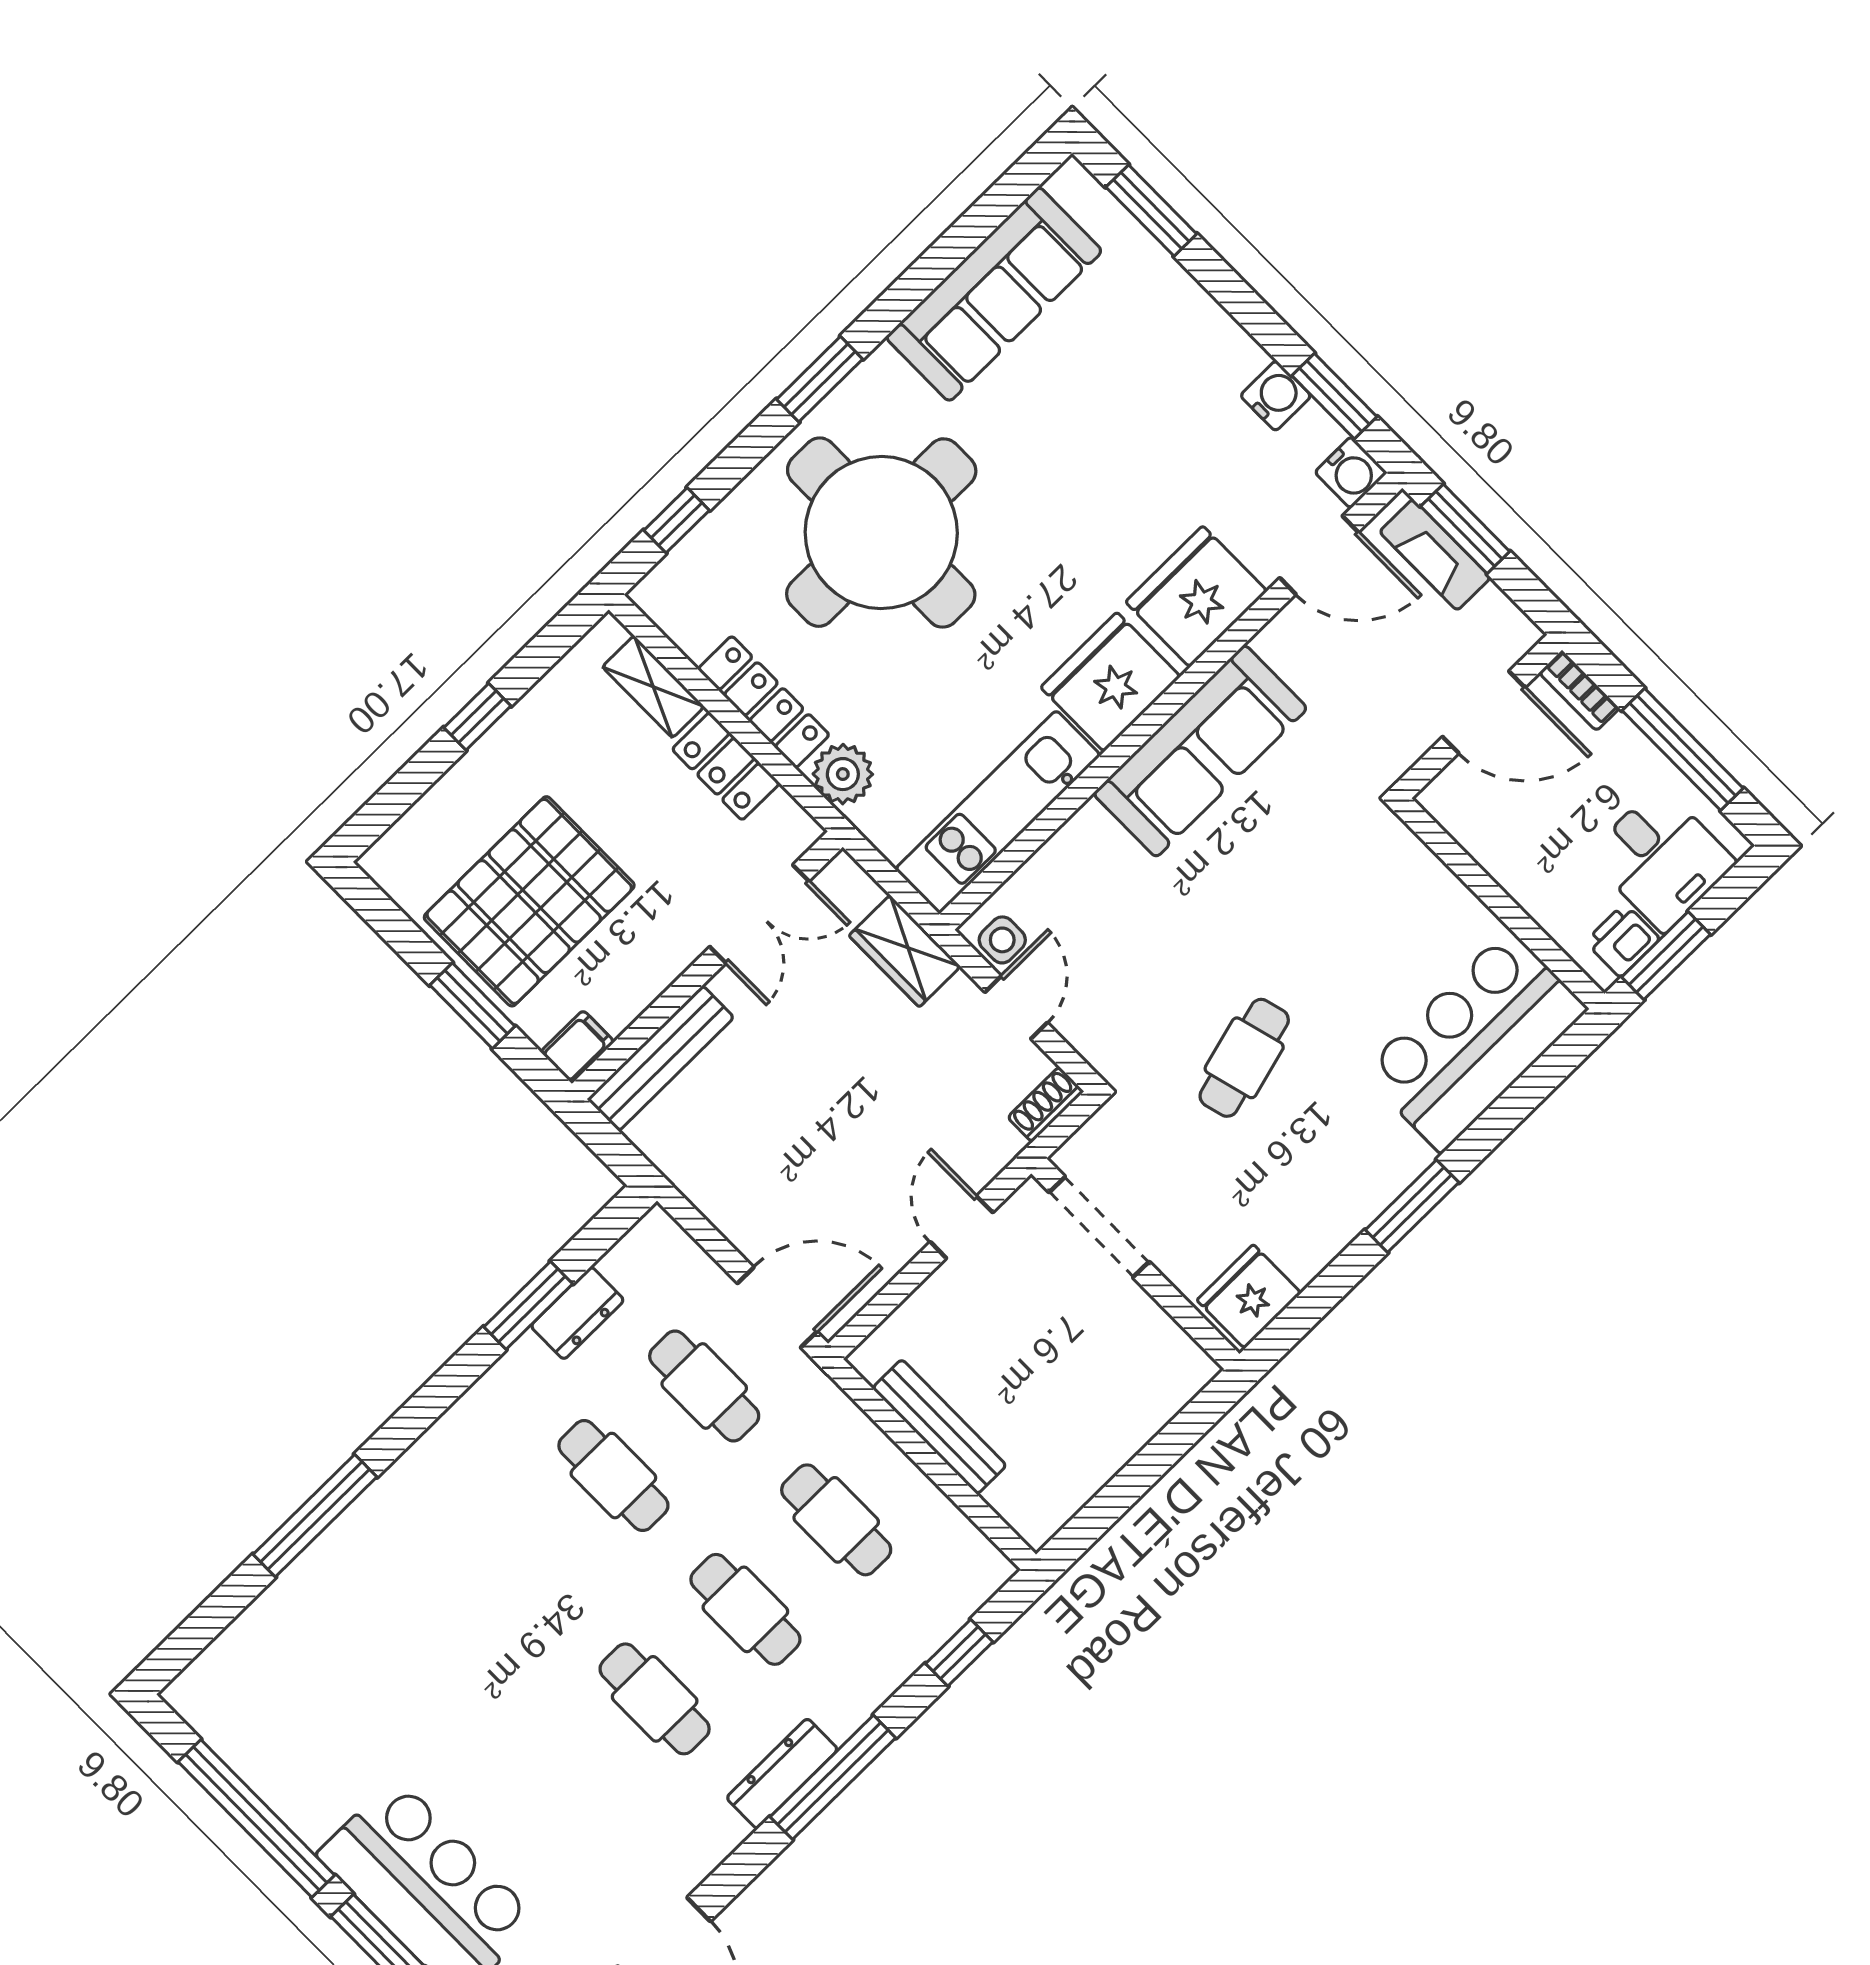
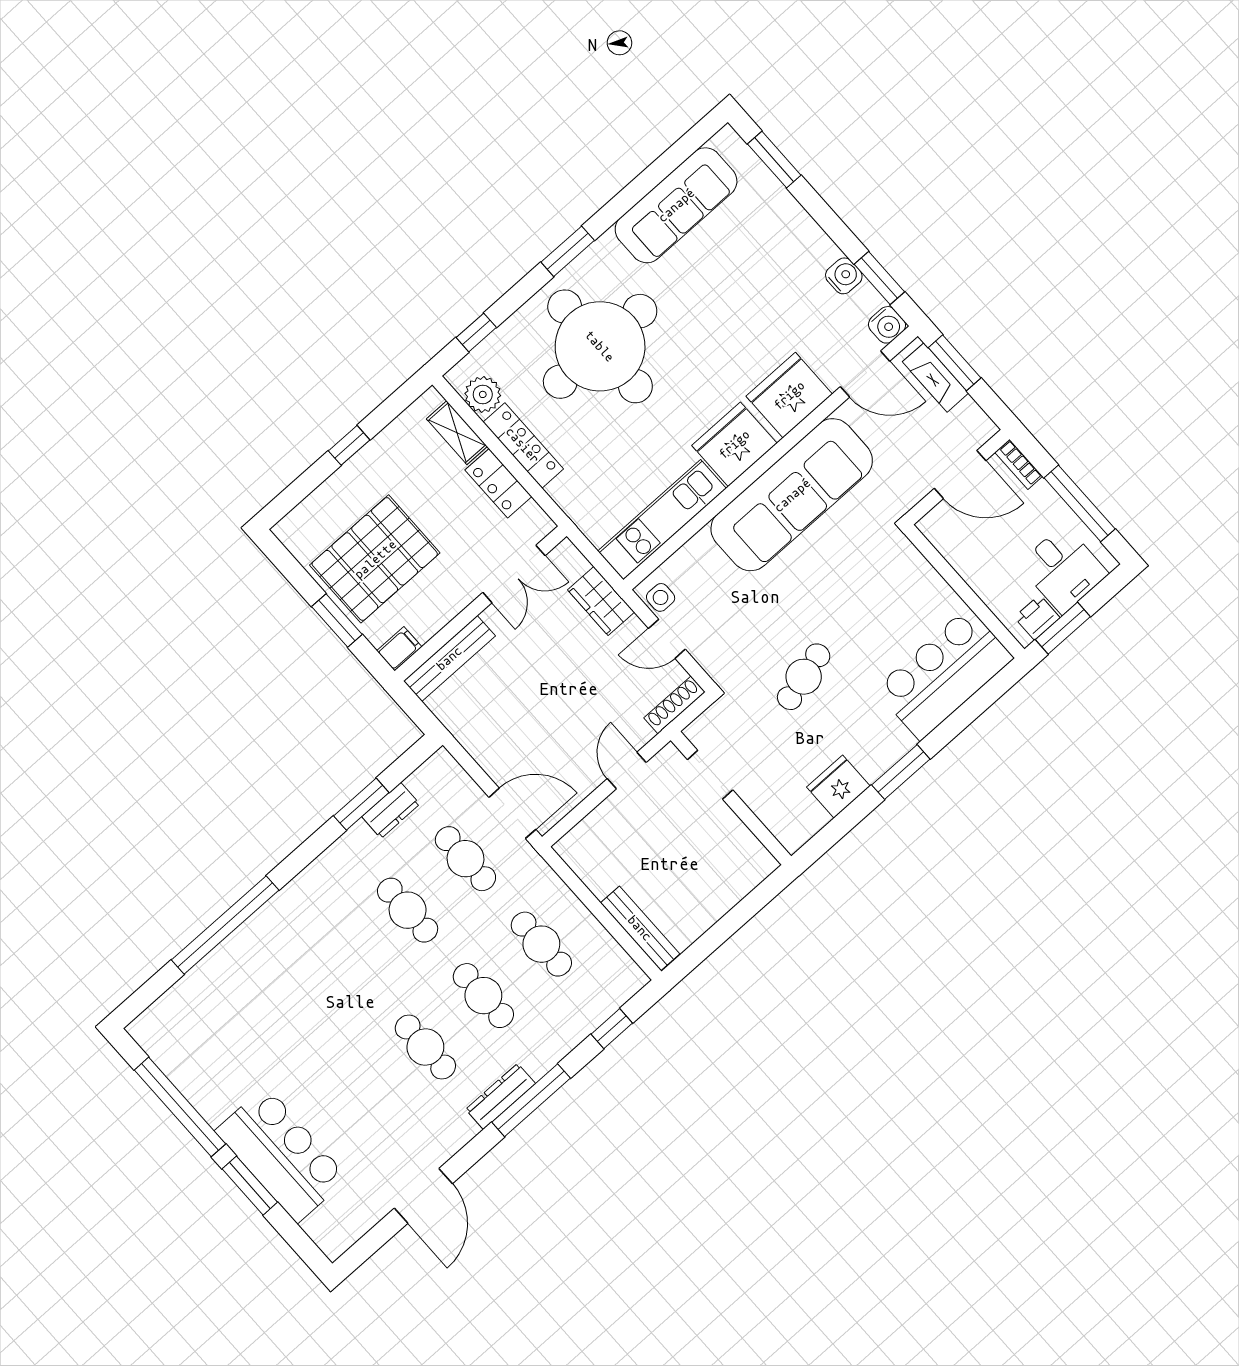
sofa: (1200, 751) -> (792, 495), width x1.36, depth x1.27
plant: (843, 774) -> (483, 394), moved
door: (1016, 1007) -> (667, 639), swing flipped
shoe rack: (1046, 1104) -> (675, 705), width x1.43
doorway: (1099, 1227) -> (710, 775), width x0.73
fridge: (1249, 1297) -> (838, 787), moved
bench: (939, 1427) -> (640, 928), moved
window: (315, 1516) -> (225, 925), width x1.46

